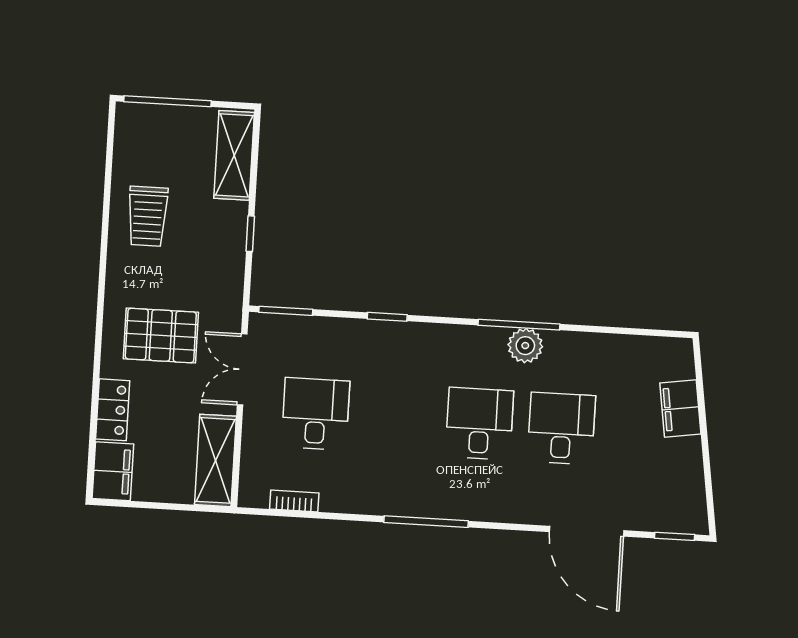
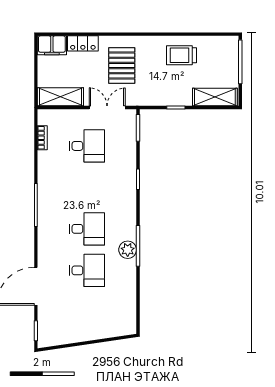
filing cabinet: (680, 409) -> (101, 330), removed

